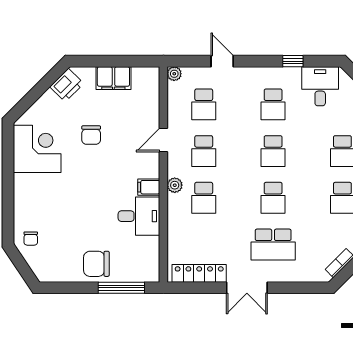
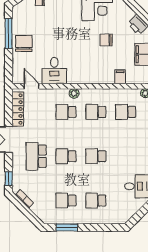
school desk: (273, 104) -> (126, 156), removed
door: (163, 140) -> (32, 86), moved
filing cabinet: (149, 187) -> (120, 77), moved
window: (121, 288) -> (9, 33), moved
window: (308, 288) -> (9, 179), added

